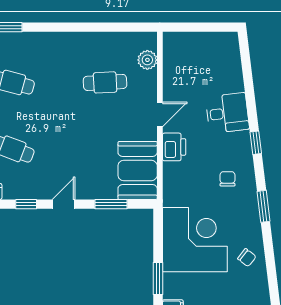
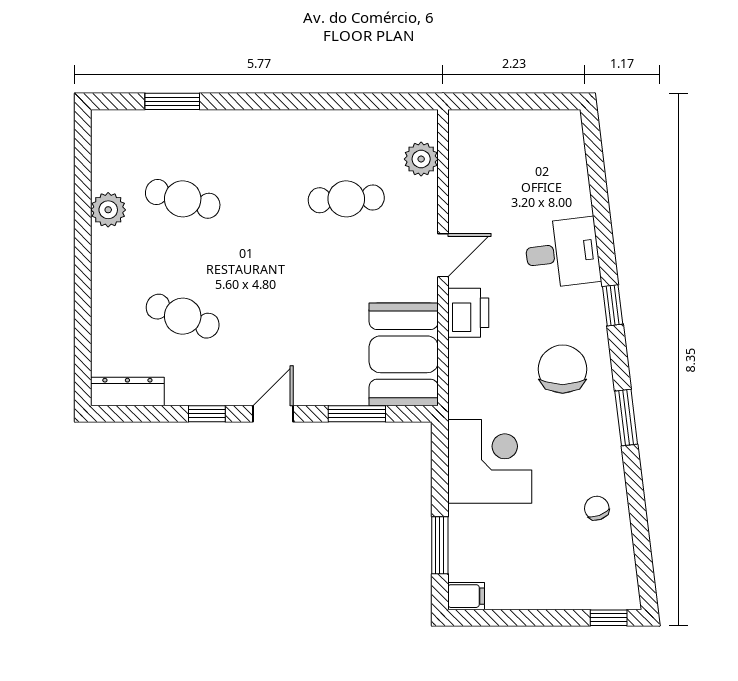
chair: (227, 179) -> (563, 369), width x1.87, depth x1.87
corner desk: (195, 240) -> (490, 461), width x0.74, depth x0.74
chair: (247, 258) -> (597, 508), turned -148

